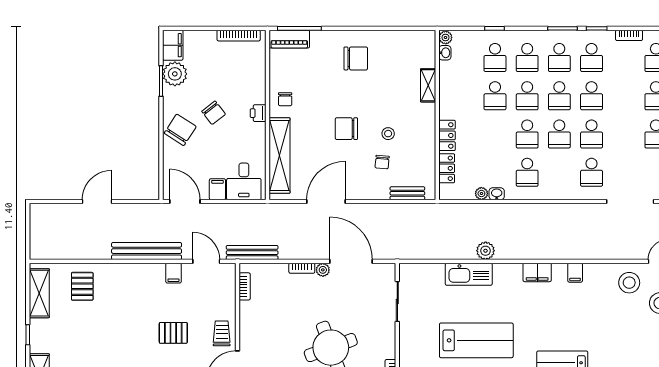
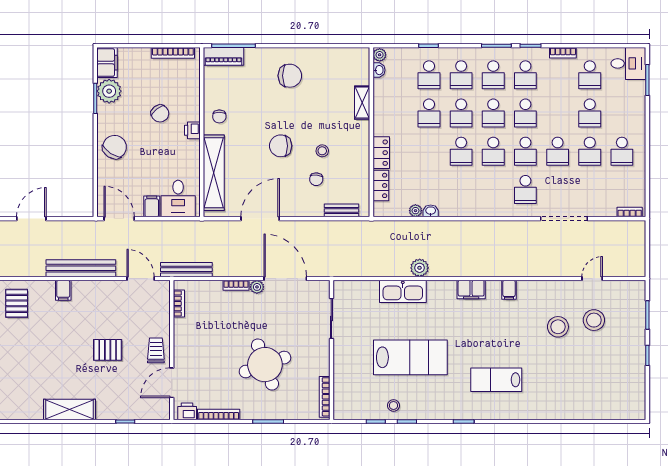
chair: (214, 113) -> (160, 113), moved
school desk: (527, 172) -> (558, 151), moved
filing cabinet: (173, 273) -> (63, 290), moved
stool: (629, 283) -> (558, 327), moved

